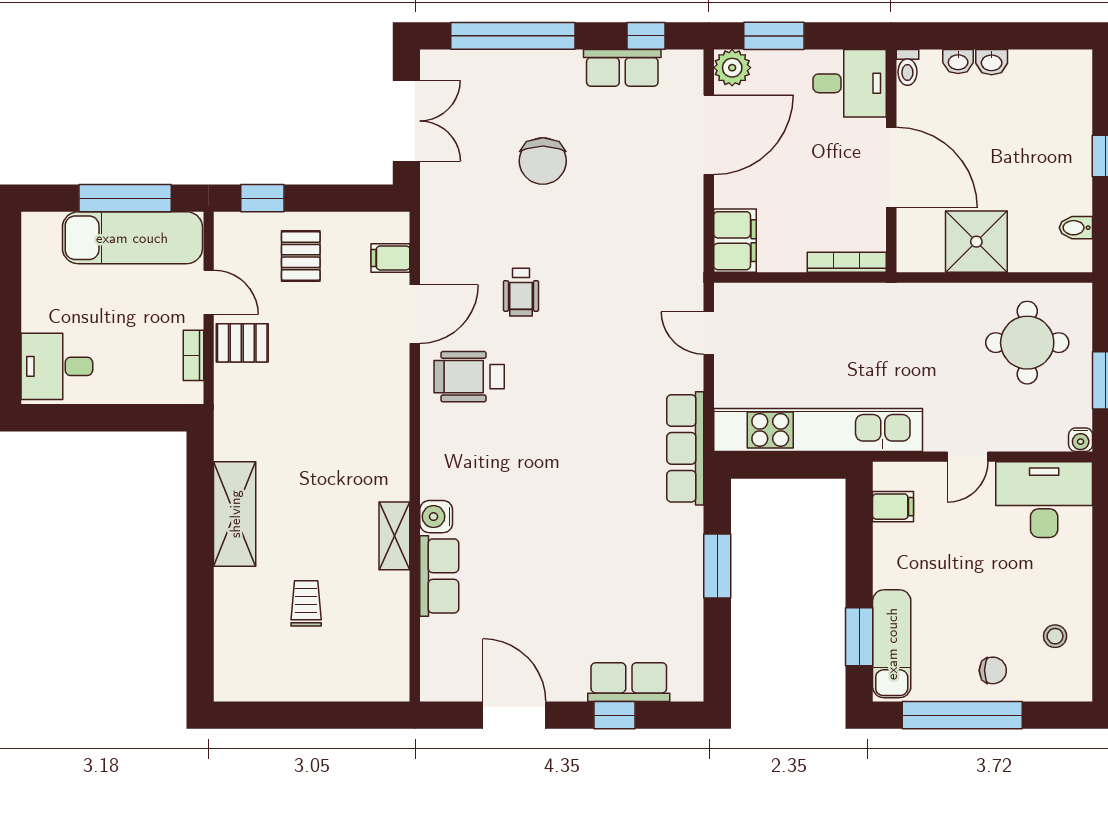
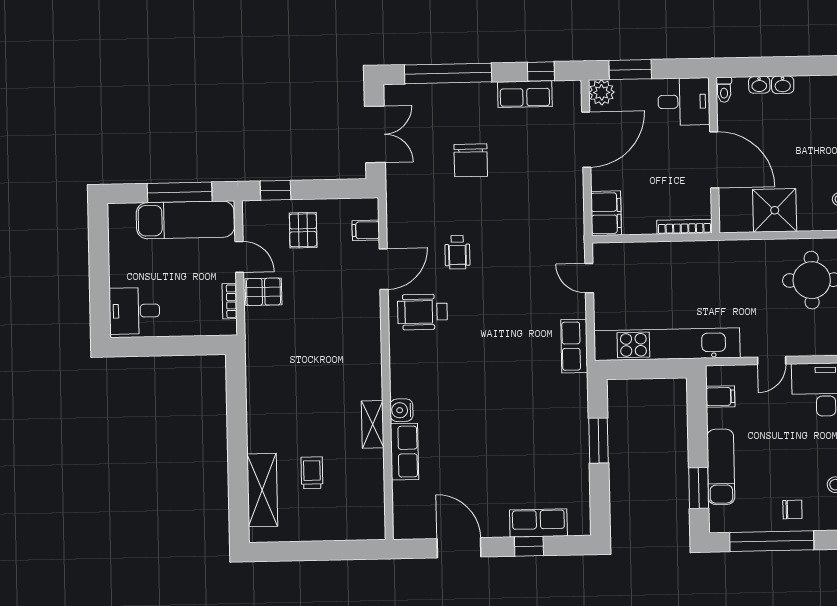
row of seats: (685, 448) -> (574, 346), width x0.68
shelving: (235, 514) -> (262, 490), moved
exam couch: (892, 644) -> (721, 467), moved

